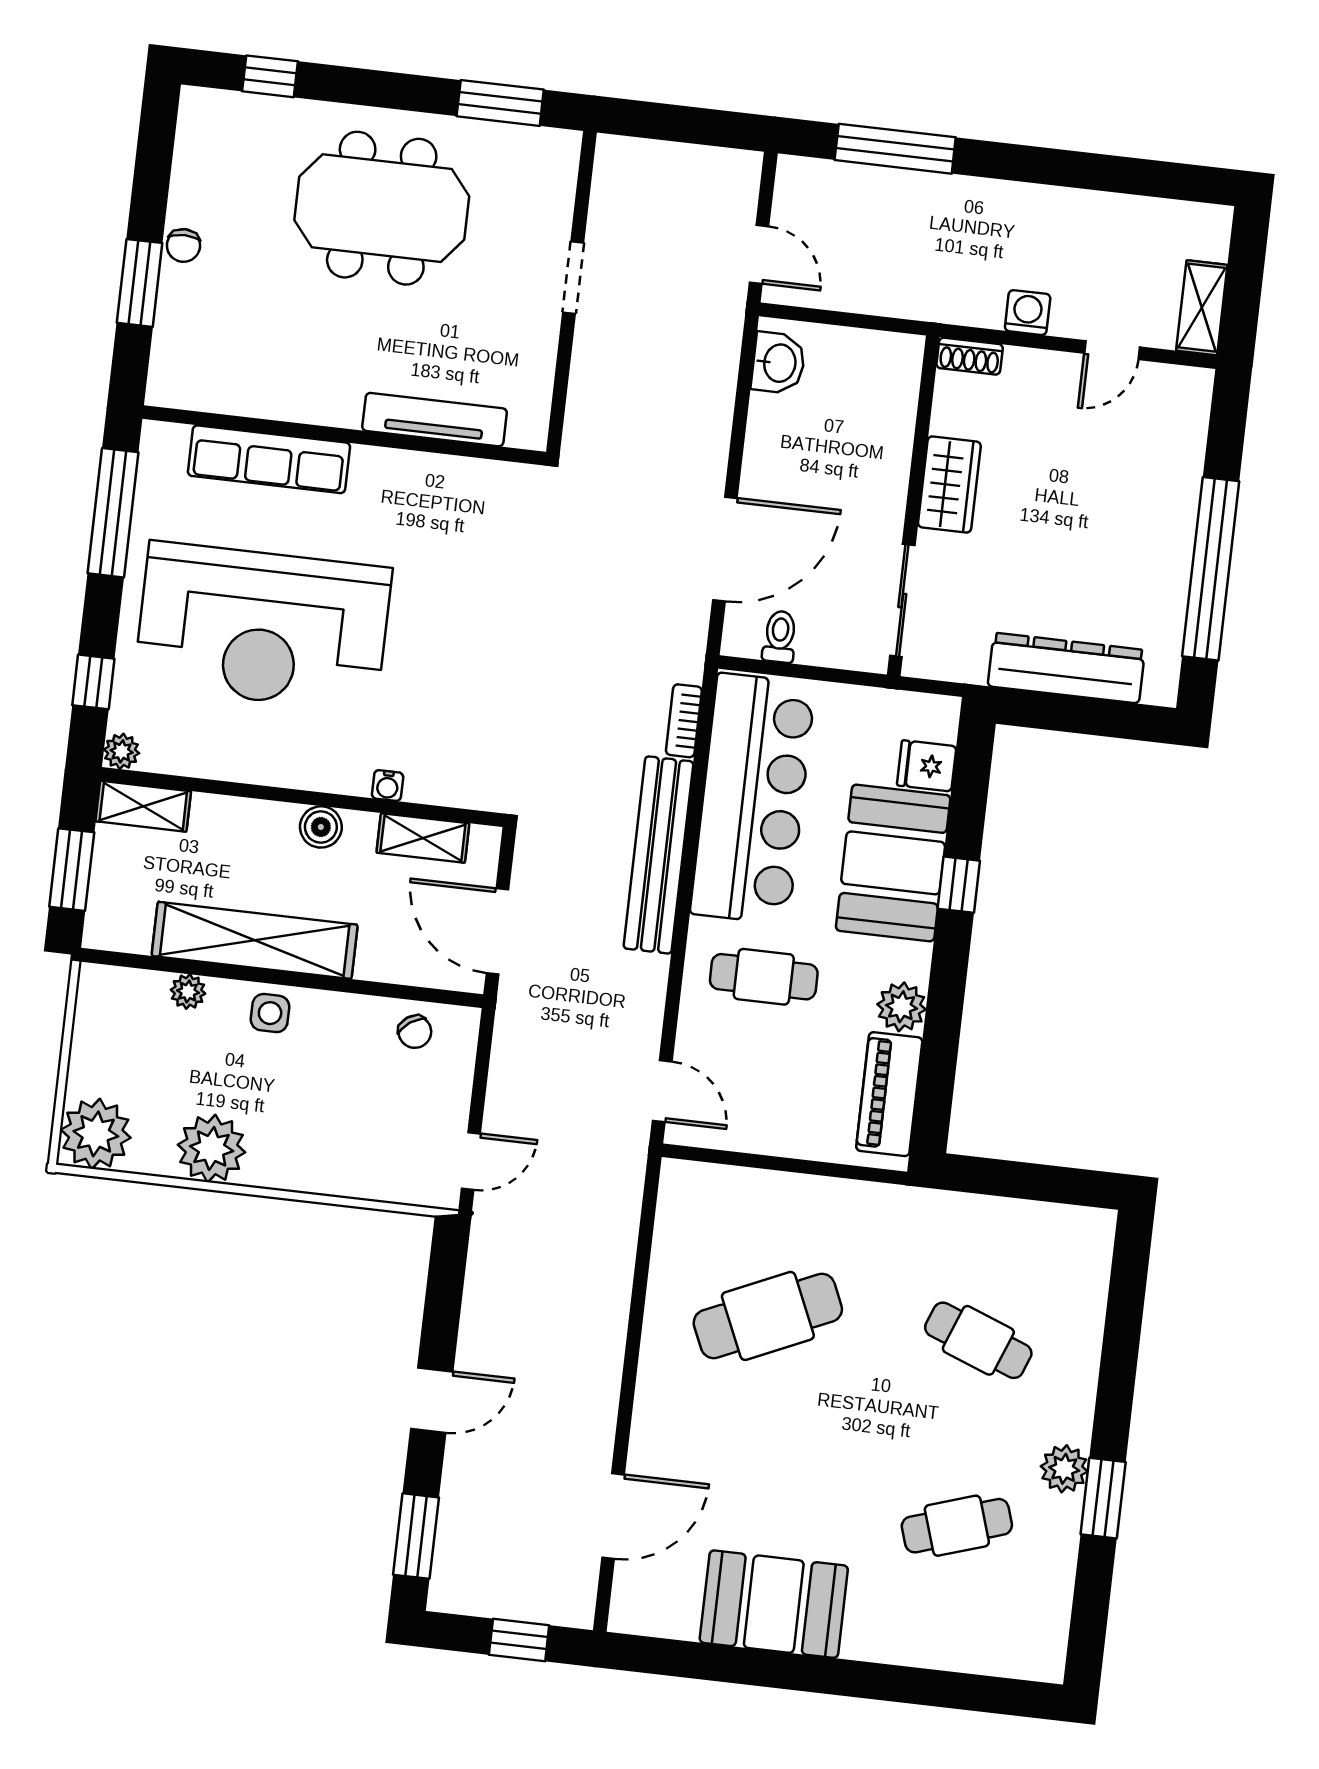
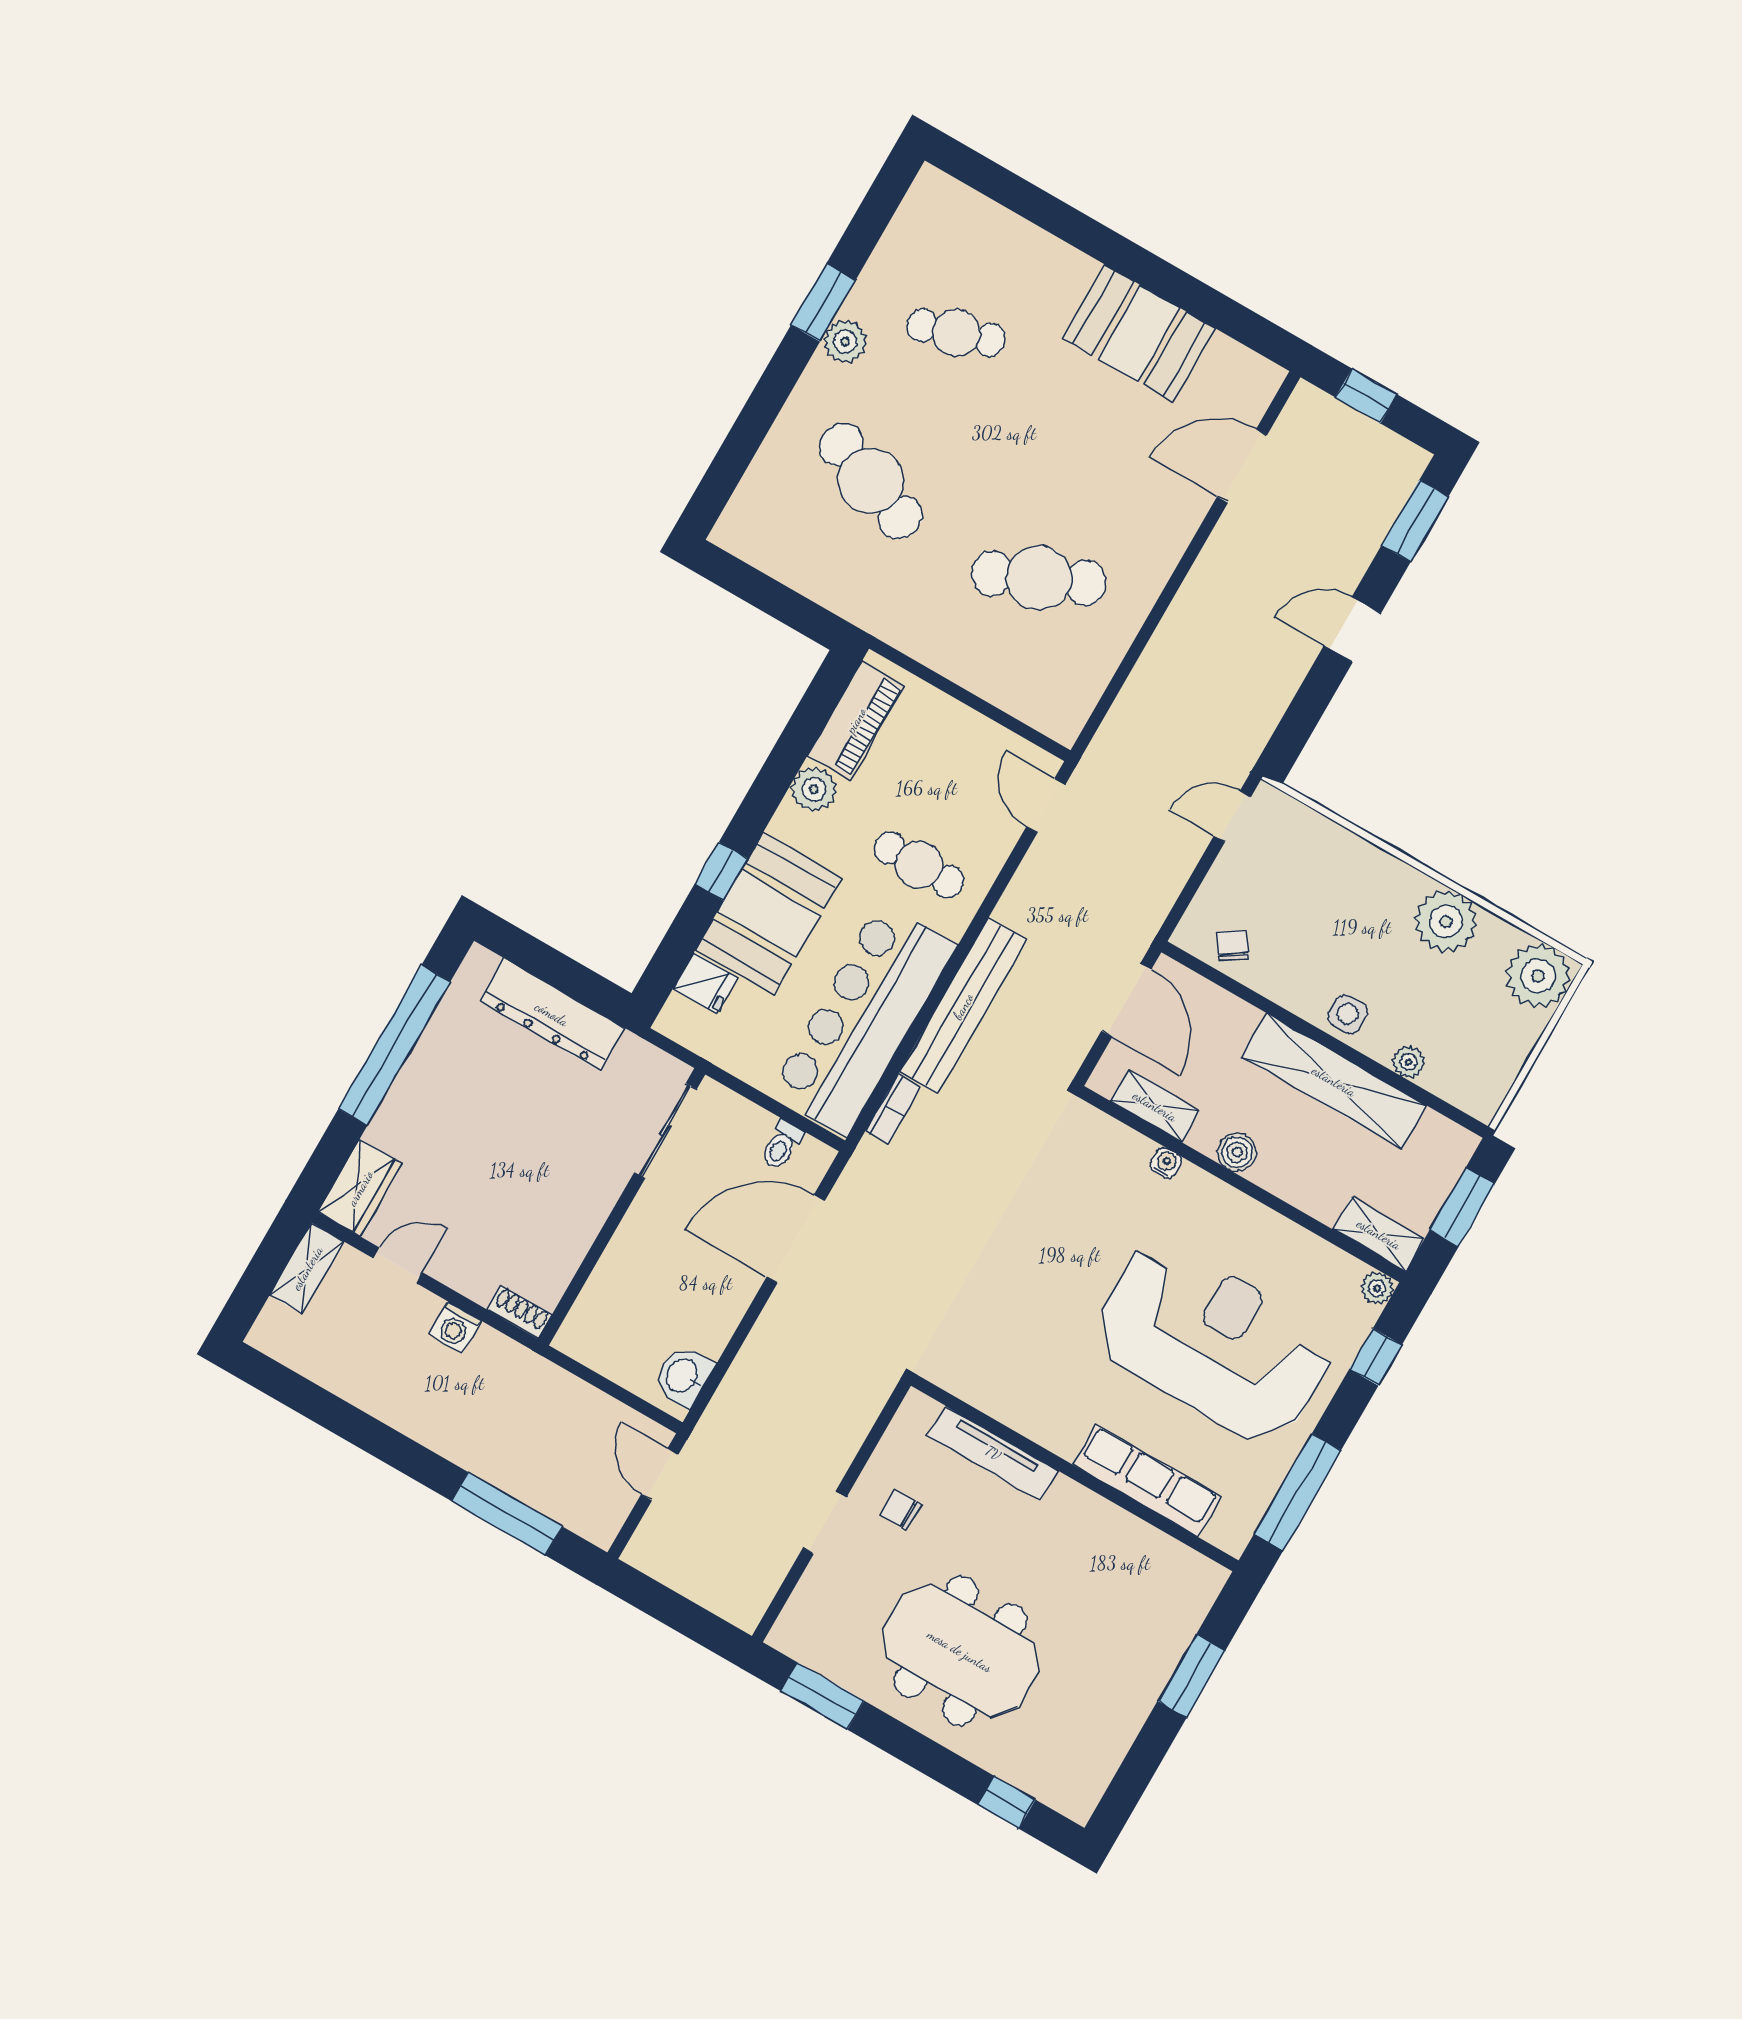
chair: (183, 246) -> (901, 1510), moved, turned -90
wardrobe: (949, 485) -> (360, 1188), moved, turned 180
cafe table: (978, 1340) -> (871, 481), width x1.37, depth x1.35

